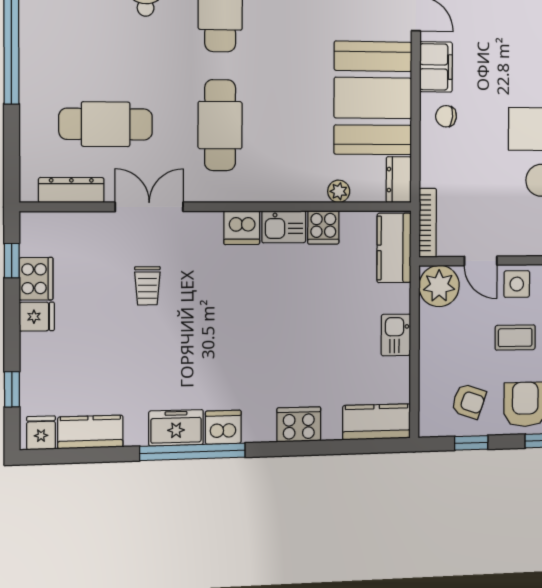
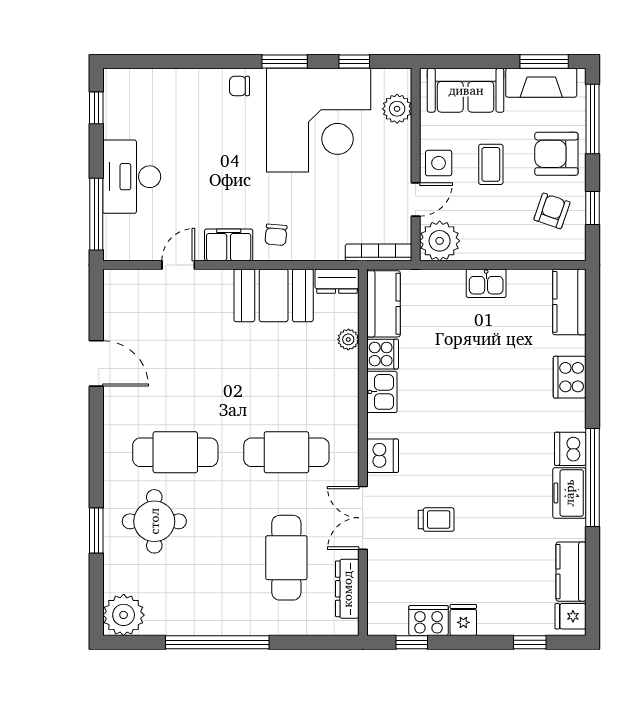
booth: (373, 98) -> (274, 295), width x0.73, depth x0.70
dishwasher: (242, 228) -> (383, 456), moved
kitchen counter: (394, 248) -> (383, 304), moved, turned -90

